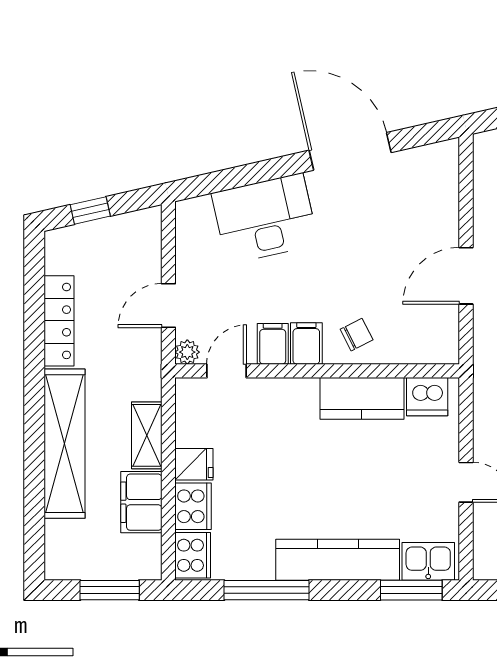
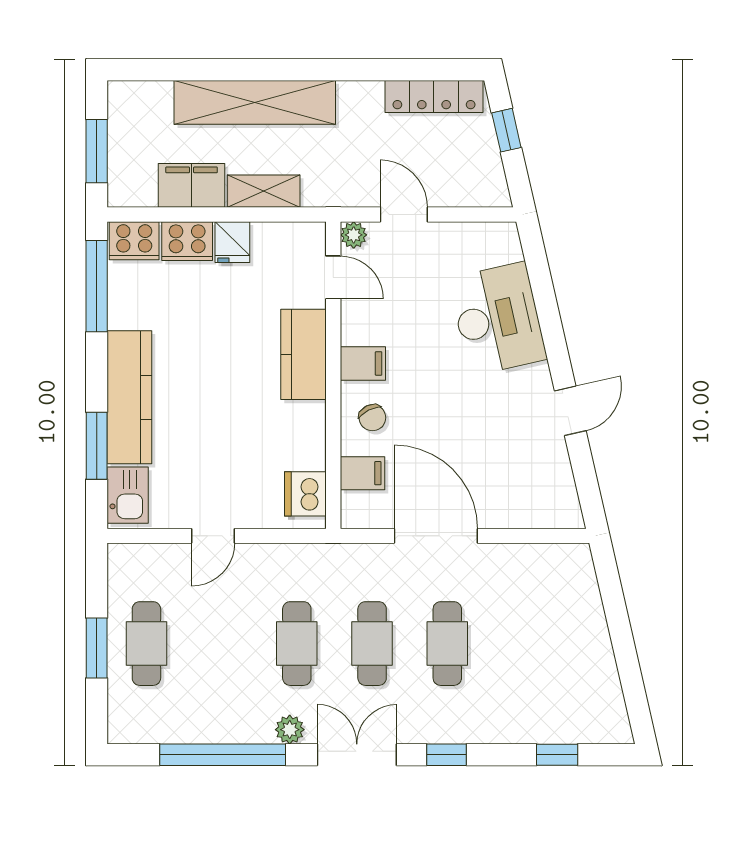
door: (350, 151) -> (570, 411), width x0.53
door: (466, 276) -> (436, 536), width x1.36
locker: (59, 321) -> (434, 97), moved
filing cabinet: (273, 344) -> (362, 473), moved
kitchen counter: (362, 398) -> (303, 354), moved
window: (267, 590) -> (97, 286), moved
window: (411, 590) -> (97, 446), moved

